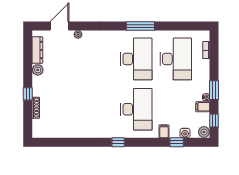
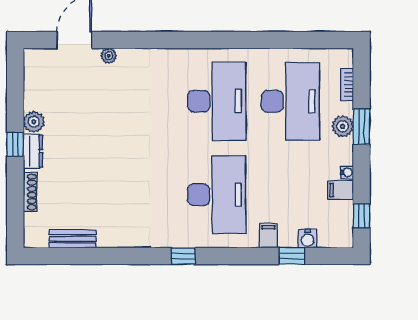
window: (140, 26) -> (225, 40), removed
dresser: (37, 50) -> (33, 151), moved, width x0.70
window: (214, 90) -> (362, 127), moved
window: (28, 94) -> (15, 144), moved
plant: (204, 132) -> (343, 126), moved
bench: (59, 133) -> (73, 239), added

